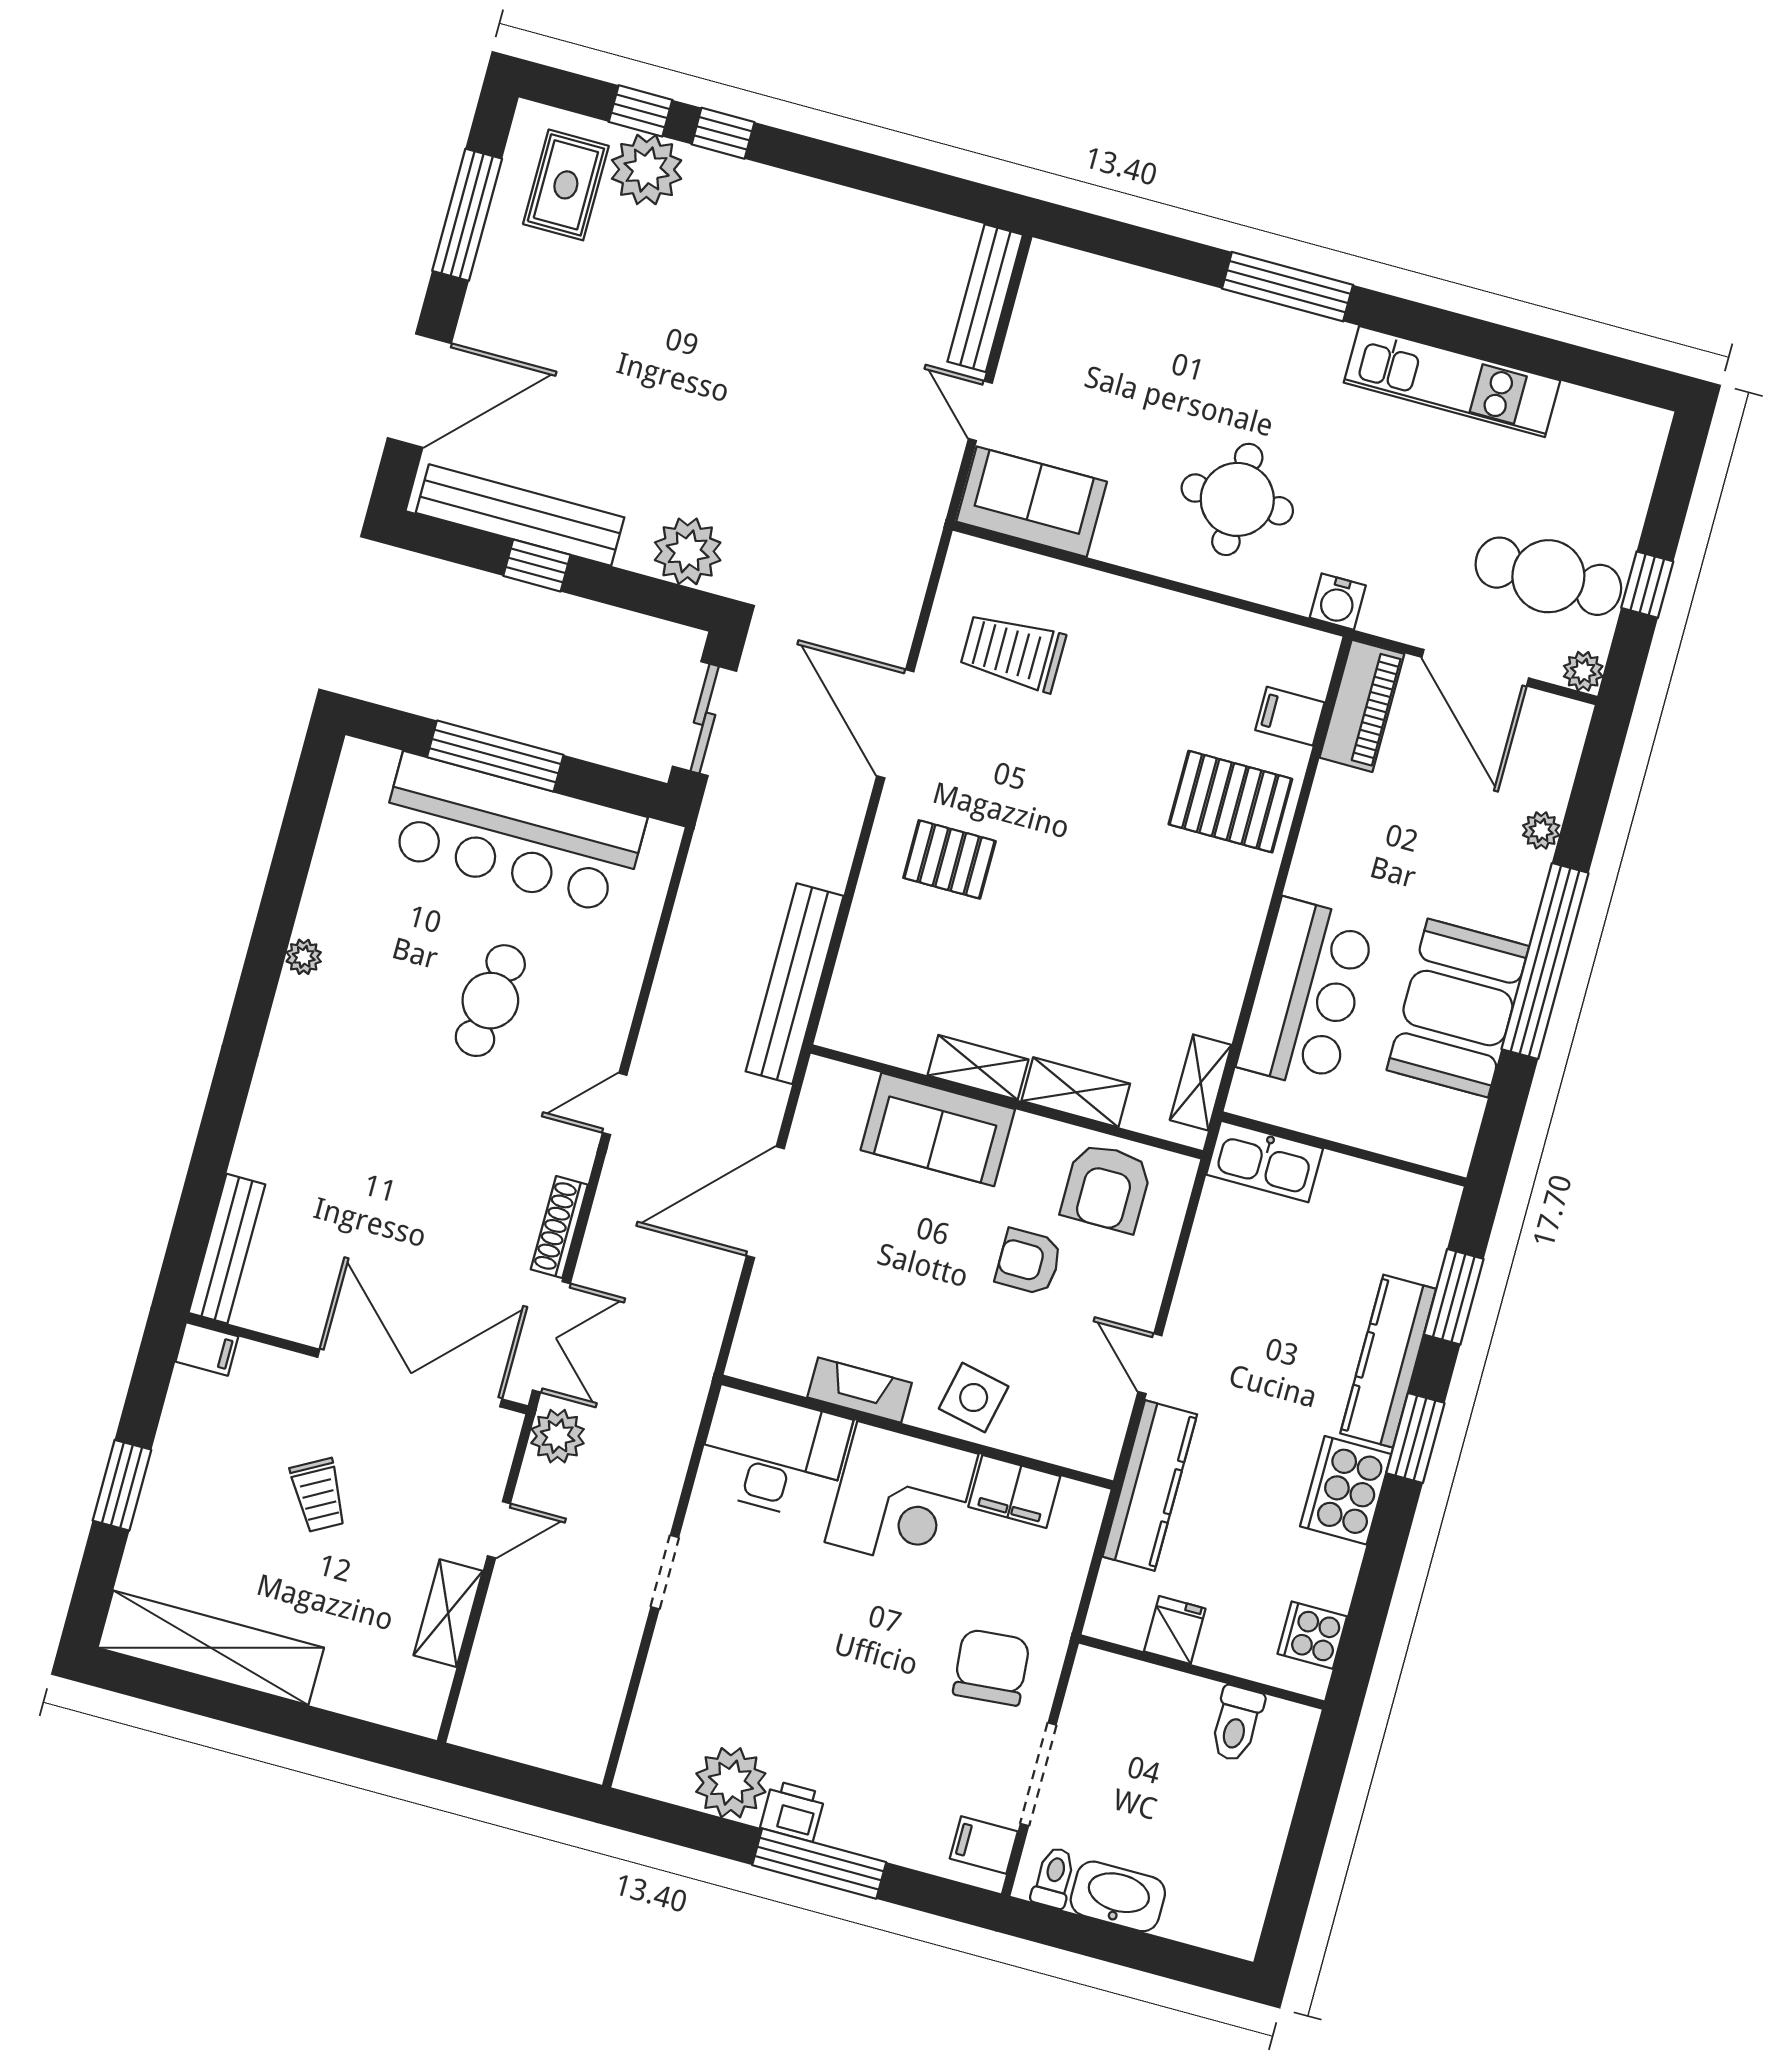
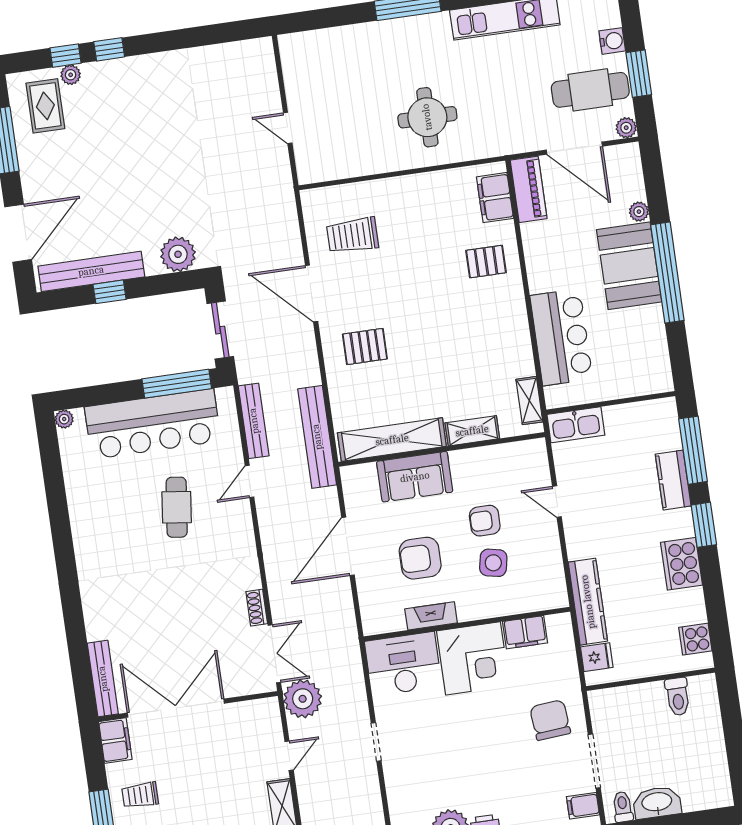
plant: (647, 170) -> (71, 75), width x0.53, depth x0.53
bench: (985, 298) -> (254, 421), moved
sofa: (1032, 502) -> (331, 160), removed
window: (1647, 585) -> (639, 74), width x1.50
water cooler: (1338, 602) -> (612, 41), moved, turned -90
filing cabinet: (1290, 716) -> (495, 198), width x2.00
window: (495, 756) -> (177, 384), moved
pallet: (1230, 802) -> (486, 262), width x0.67, depth x0.71
plant: (304, 957) -> (64, 419), moved
booth: (1458, 1008) -> (629, 266), moved
shelving: (978, 1067) -> (392, 440), width x2.20, depth x1.33
door: (615, 1104) -> (249, 481), moved
armchair: (1106, 1188) -> (420, 558), moved, turned 90
shoe rack: (559, 1227) -> (257, 608), width x0.70
window: (1454, 1297) -> (693, 450), width x1.44
filing cabinet: (207, 1349) -> (115, 740), width x2.00
kitchen counter: (1388, 1361) -> (673, 480), width x0.67
door: (1150, 1364) -> (557, 501), moved
double door: (410, 1378) -> (176, 708), moved
side table: (974, 1398) -> (493, 563), moved
plant: (558, 1436) -> (303, 699), width x1.36, depth x1.36
trolley: (318, 1495) -> (140, 795), moved, turned 119
fridge: (1175, 1630) -> (597, 657), moved, turned 90

